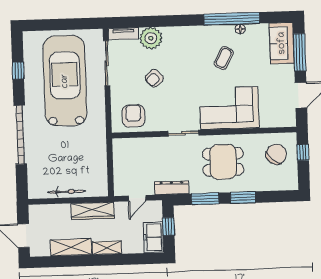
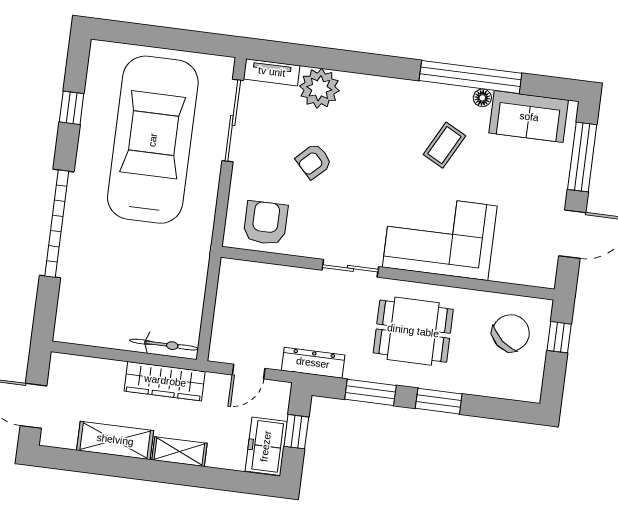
sofa: (282, 43) -> (529, 117), moved, turned -90
bicycle: (67, 192) -> (164, 345), moved

